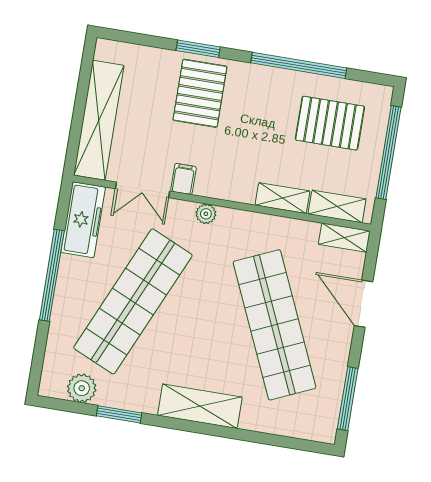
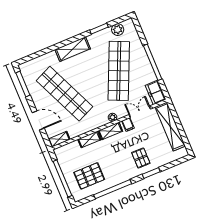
pallet: (200, 93) -> (141, 158), width x0.67, depth x0.71
shelving: (337, 206) -> (110, 131), moved
freezer: (83, 220) -> (156, 92), width x0.71

